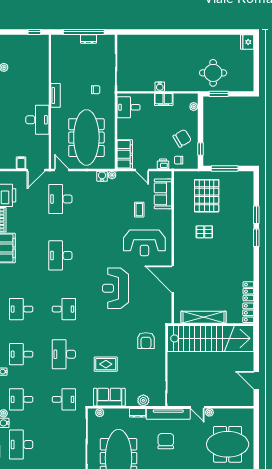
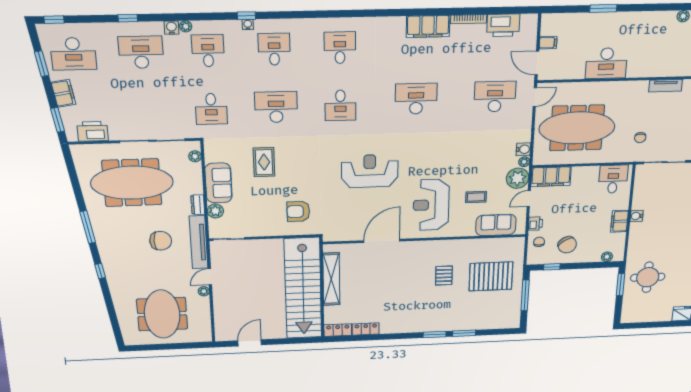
tv unit: (56, 95) -> (666, 86), moved
plant: (125, 179) -> (518, 178), added
sofa: (109, 397) -> (219, 183), moved

